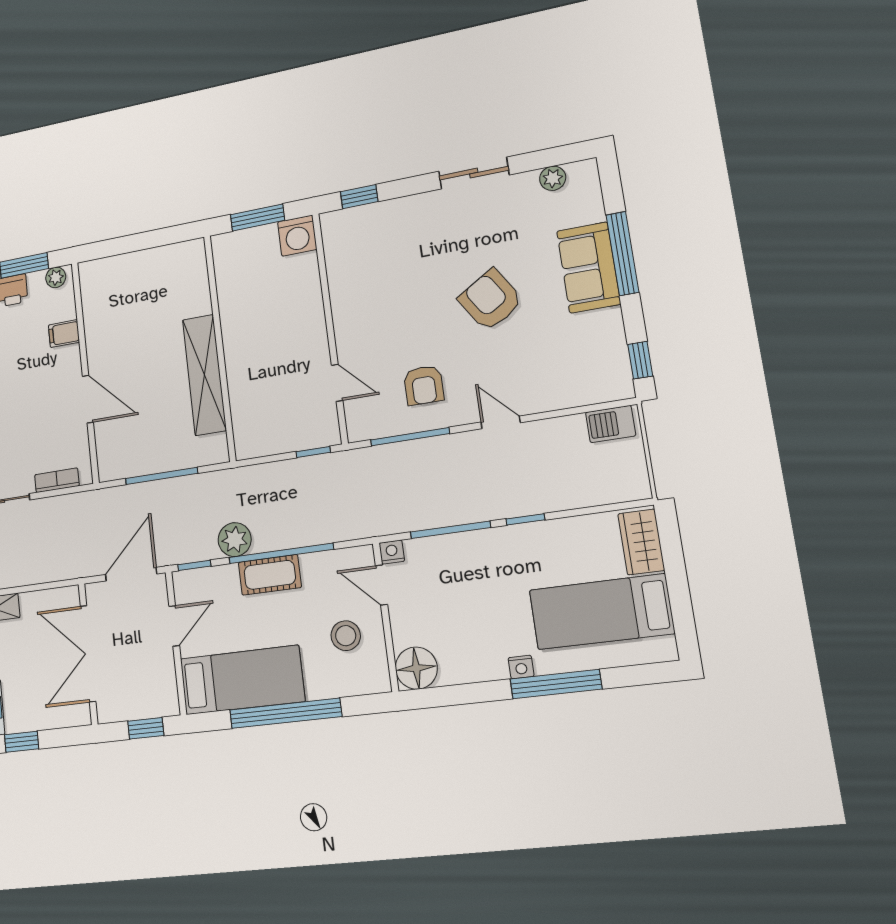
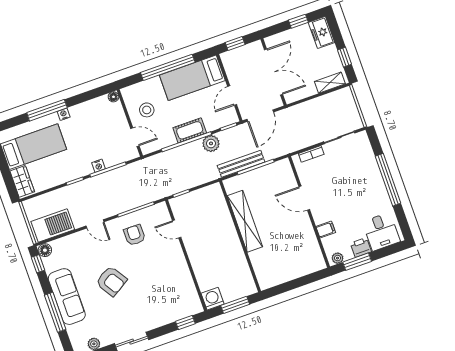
sofa: (589, 267) -> (67, 297), width x1.36
floor lamp: (619, 386) -> (45, 250), added
barbecue: (611, 424) -> (53, 225), width x1.88, depth x1.53
bench: (187, 488) -> (241, 164), added
nightstand: (392, 552) -> (98, 166), moved
floor lamp: (416, 668) -> (113, 97), width x0.53, depth x0.53

